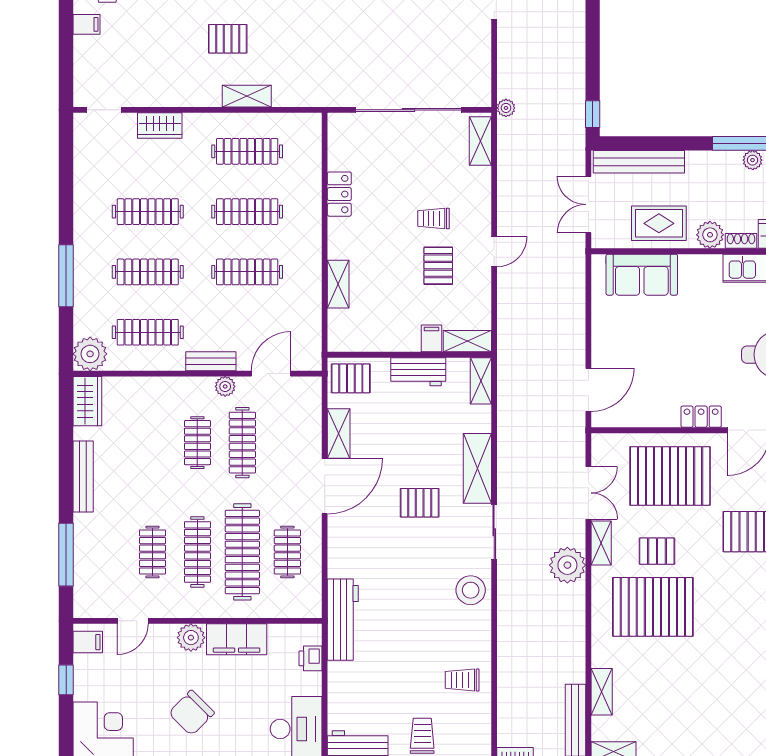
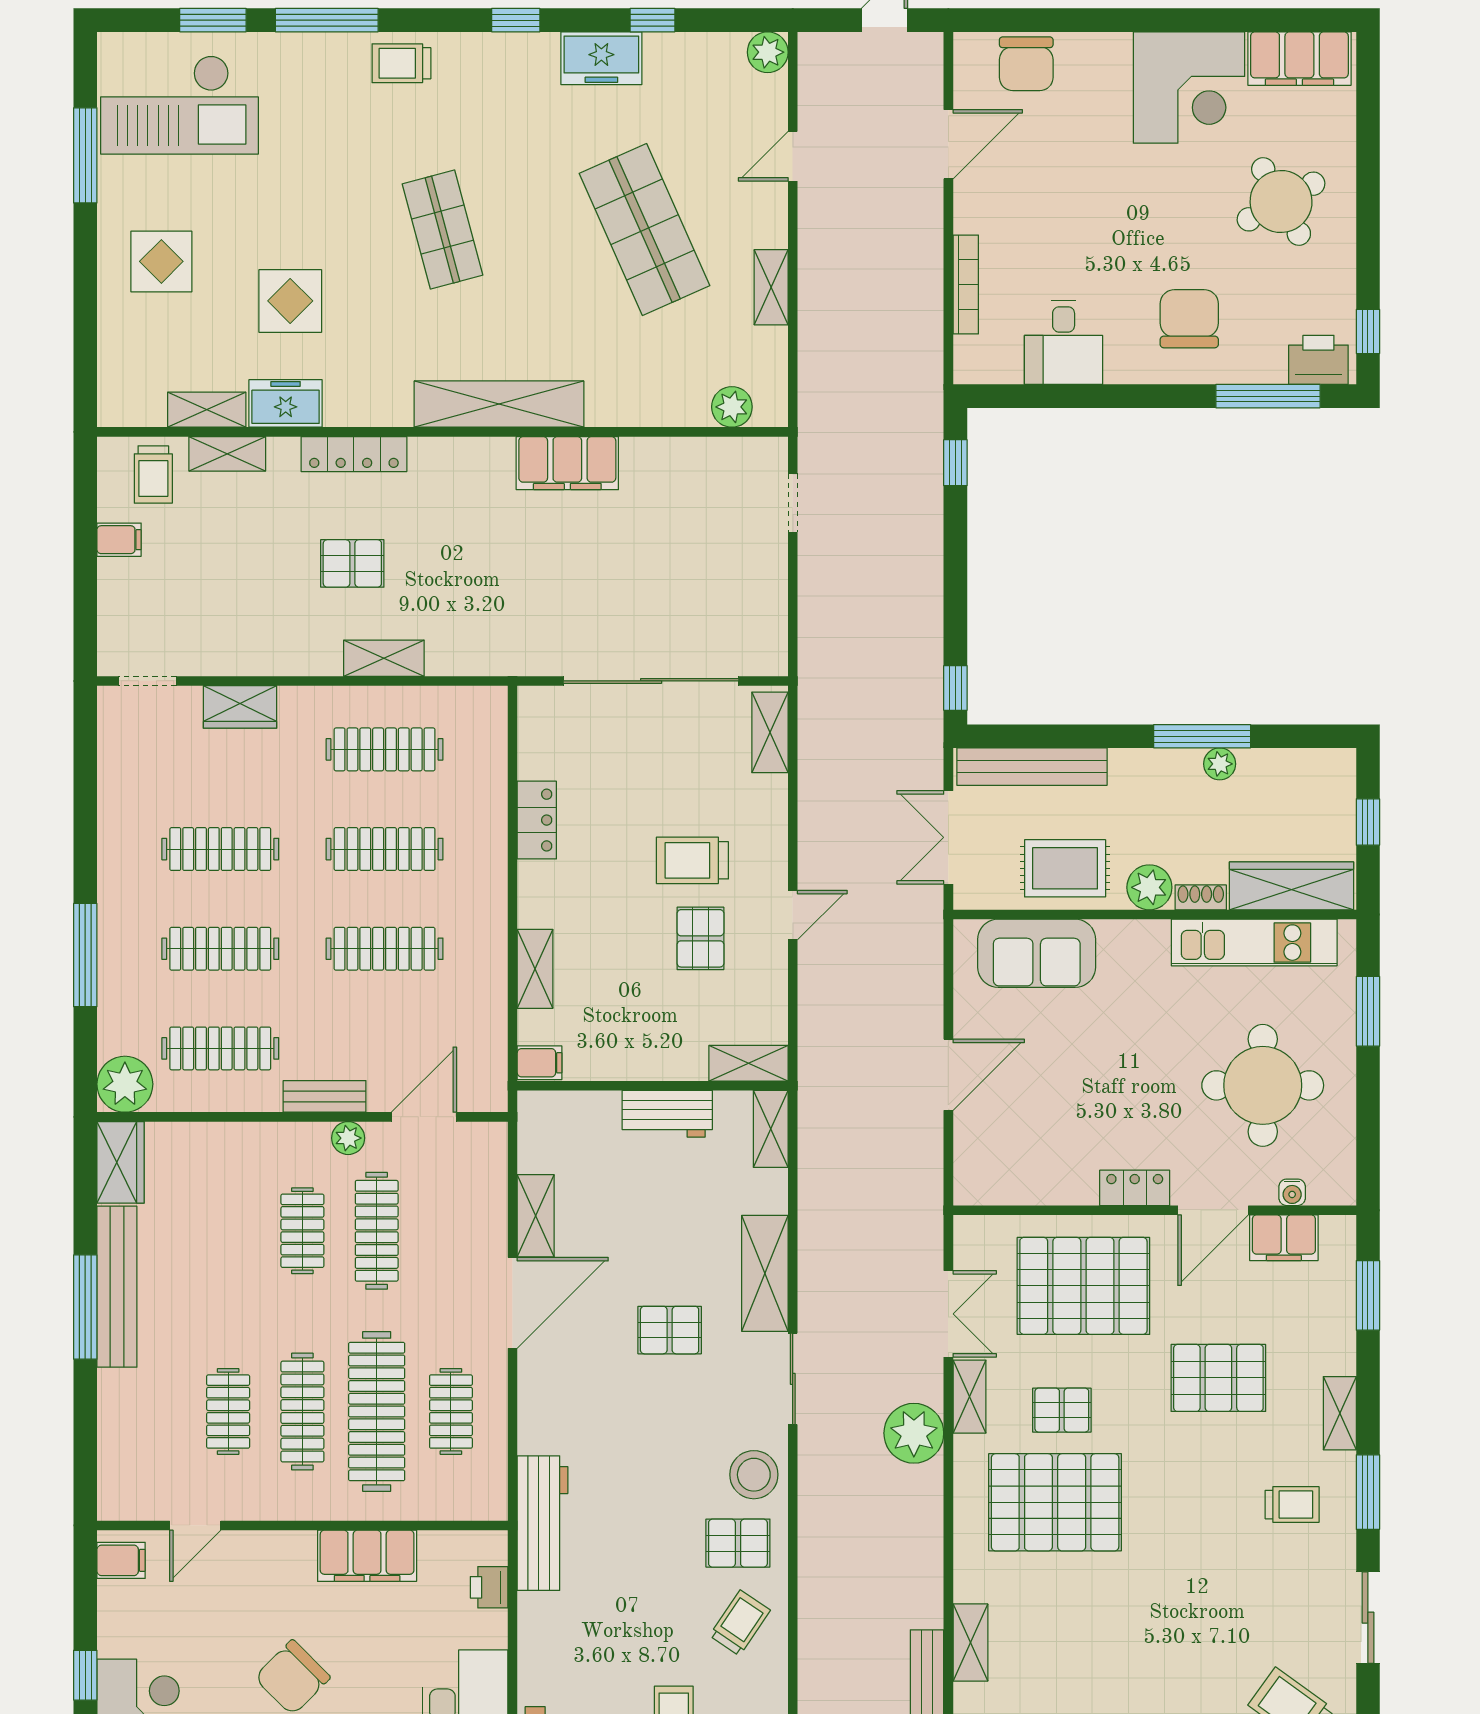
plant: (506, 108) -> (812, 678), removed
trolley: (433, 218) -> (692, 860), width x1.36, depth x1.39
filing cabinet: (431, 338) -> (540, 1063), moved, turned 90
pallet: (351, 378) -> (738, 1543), moved
door: (588, 390) -> (948, 1075), moved
bench: (83, 476) -> (117, 1287), width x1.37, depth x1.21
window: (66, 555) -> (85, 1307), moved
plant: (191, 638) -> (292, 1553), removed
window: (66, 680) -> (85, 1675), moved
trolley: (462, 680) -> (740, 1623), turned 124

